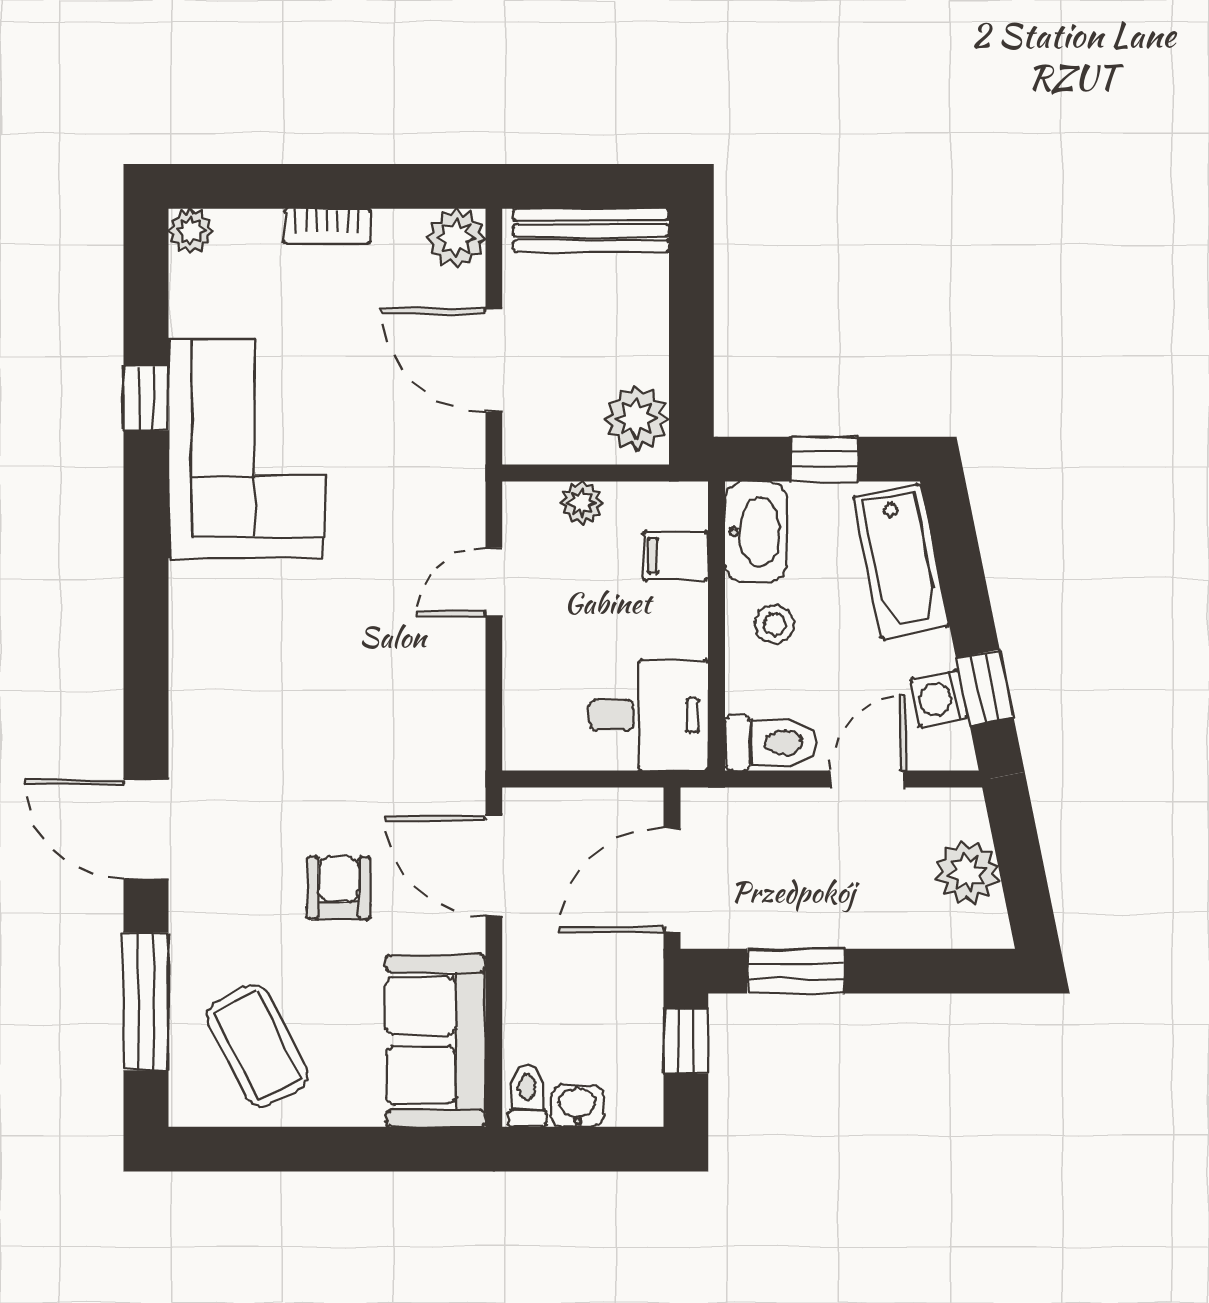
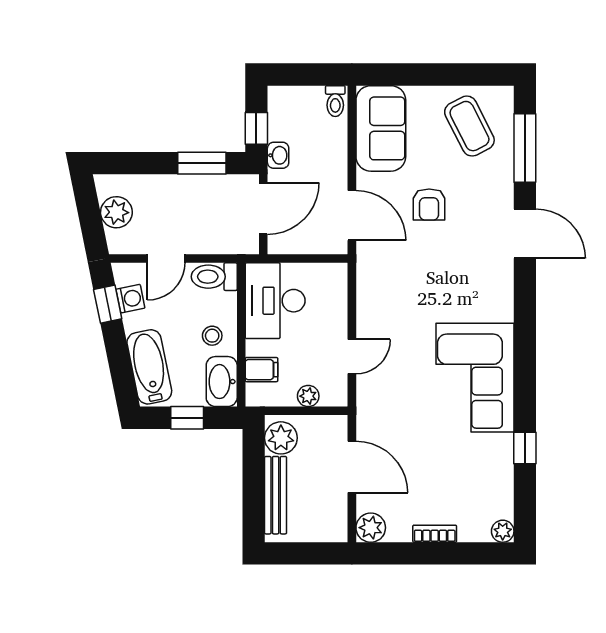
bench: (591, 230) -> (276, 495), moved, turned 90
corner sofa: (246, 449) -> (475, 378), moved
desk: (648, 715) -> (275, 301), width x1.37
washbasin: (577, 1106) -> (278, 155), moved, turned -90

